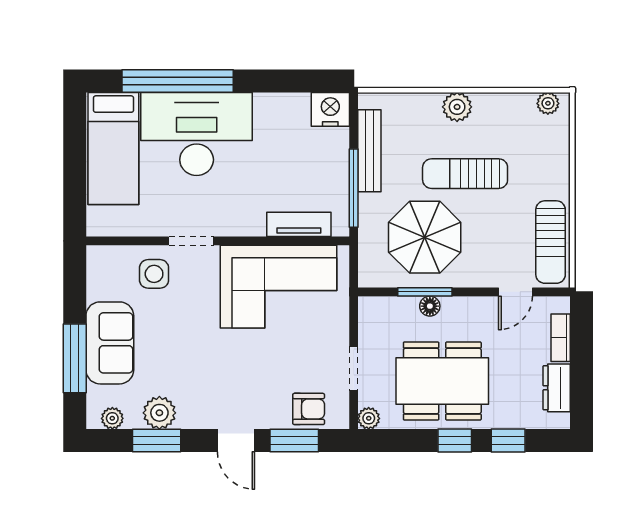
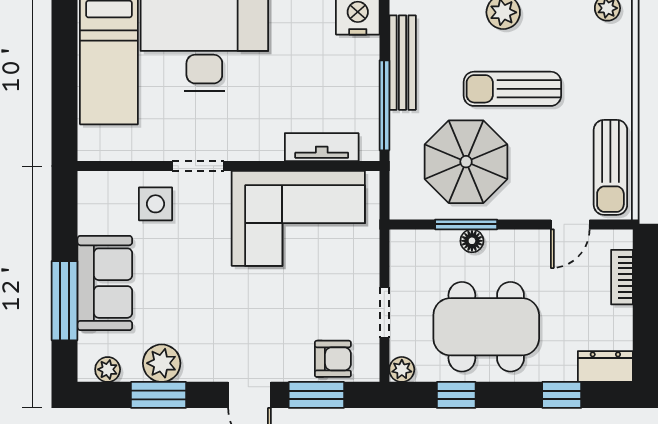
dresser: (557, 388) -> (605, 366), moved, turned 90
window: (455, 440) -> (456, 395), moved

